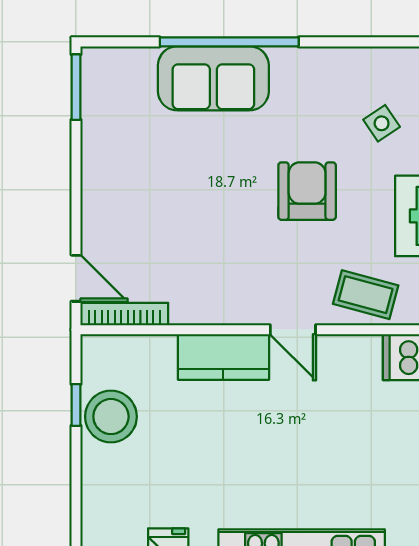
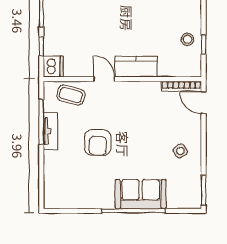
side table: (382, 123) -> (180, 151), moved
stool: (111, 417) -> (188, 39), width x0.53, depth x0.53

